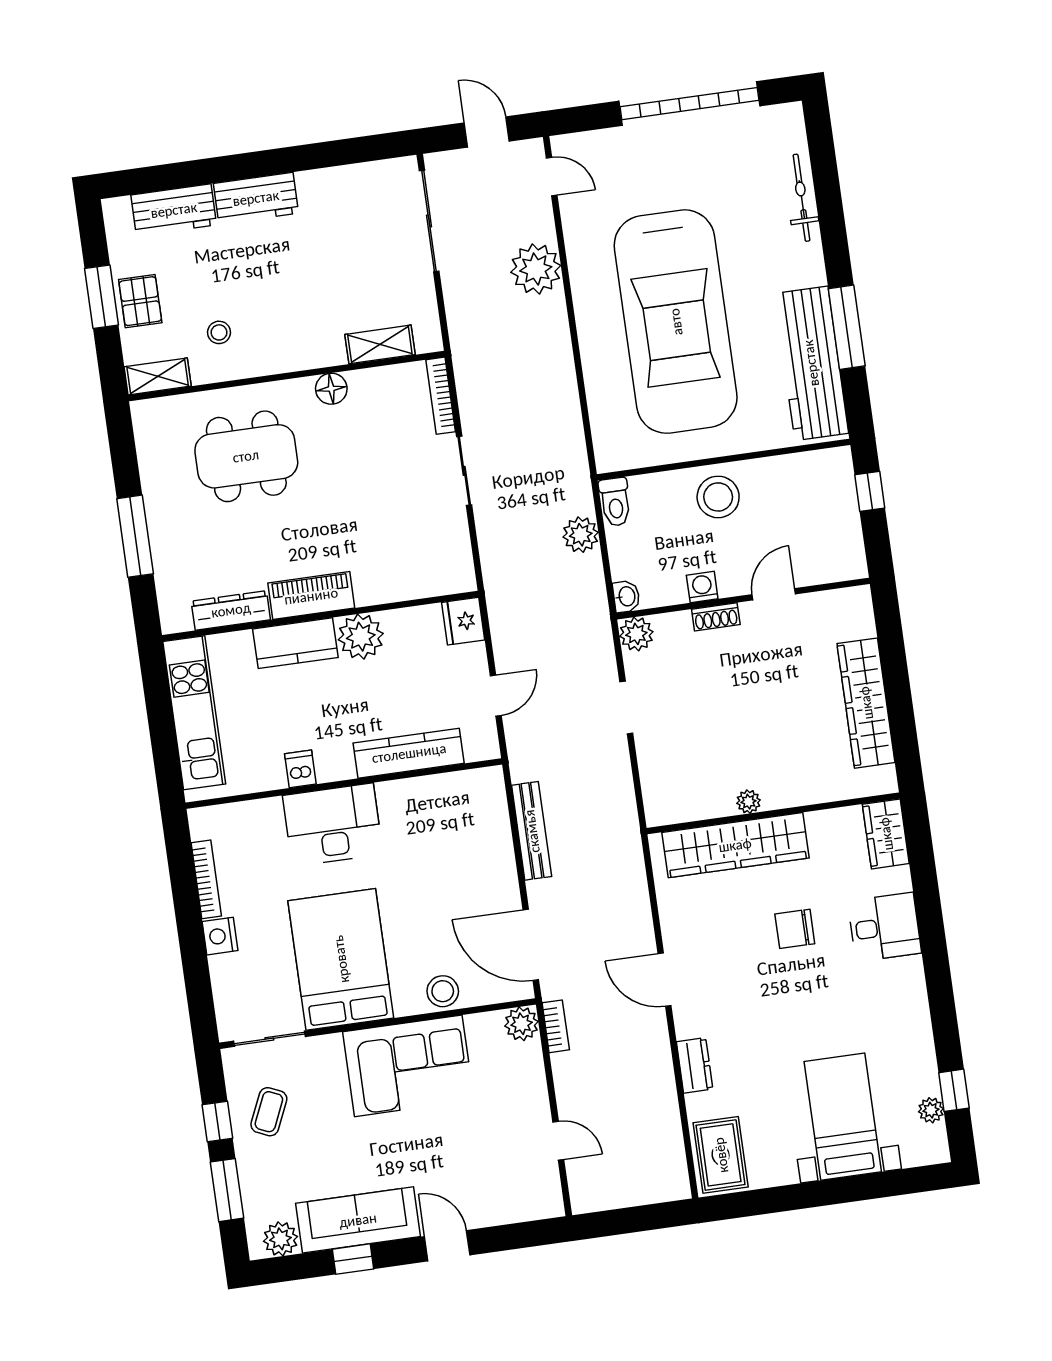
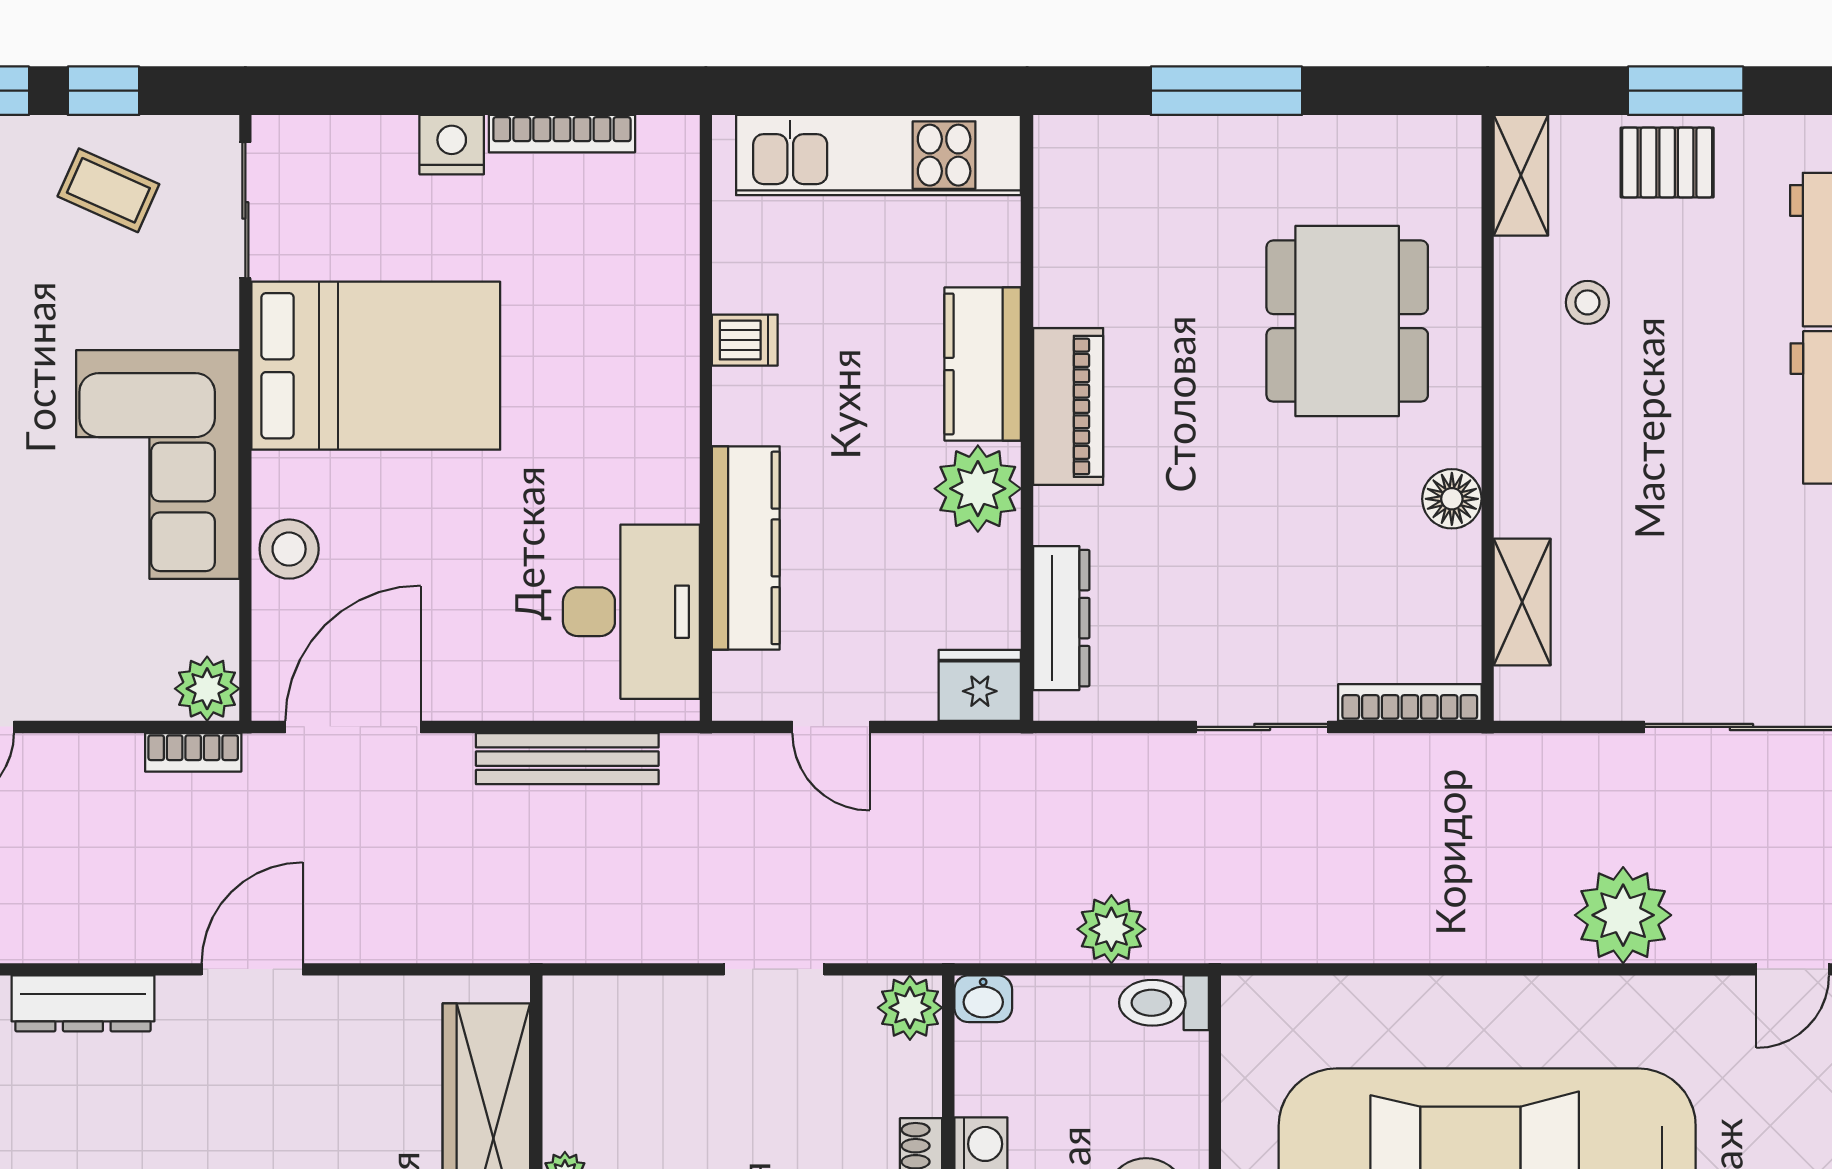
dresser: (231, 610) -> (1061, 618), moved
desk: (333, 825) -> (631, 612), moved
dresser: (695, 1065) -> (83, 1003), width x1.44

